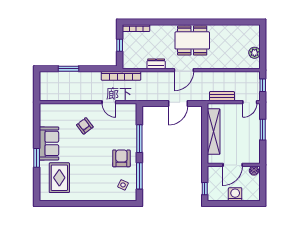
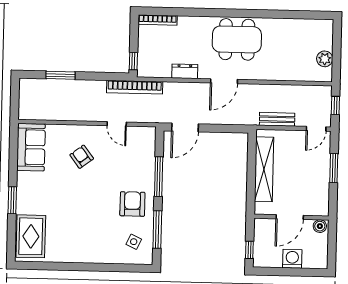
window: (120, 45) -> (133, 61), moved
door: (178, 103) -> (185, 127), moved
sofa: (49, 143) -> (31, 147), moved
rug: (59, 178) -> (31, 236), moved

